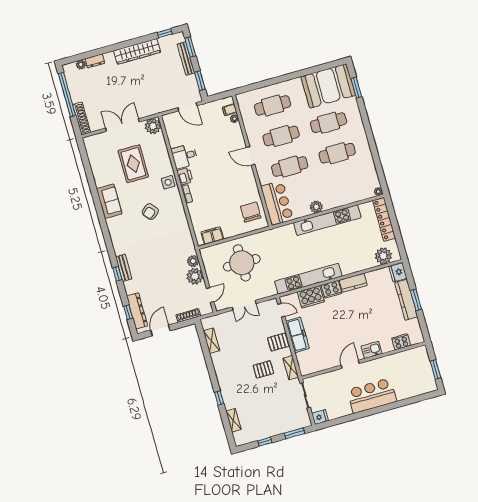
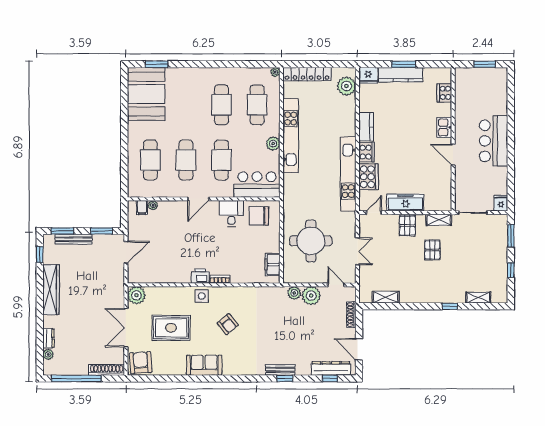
cafe table: (329, 123) -> (257, 105), moved
armchair: (96, 146) -> (141, 363), added
desk: (184, 156) -> (231, 213), moved, turned 180

